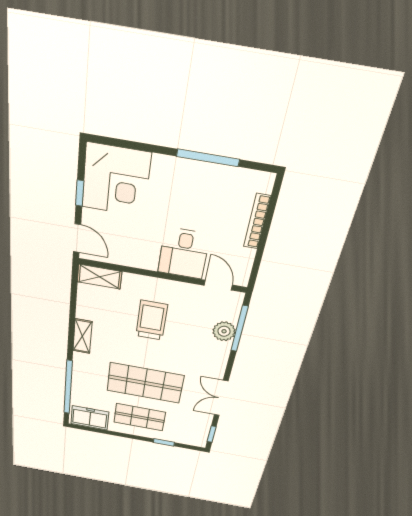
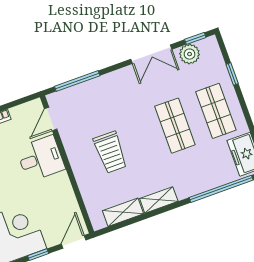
shelving: (99, 277) -> (123, 212), moved, turned 90
trolley: (151, 320) -> (110, 152), turned -90
plant: (224, 331) -> (190, 54), moved
shop shelf: (145, 383) -> (175, 126), width x0.70, depth x0.74

